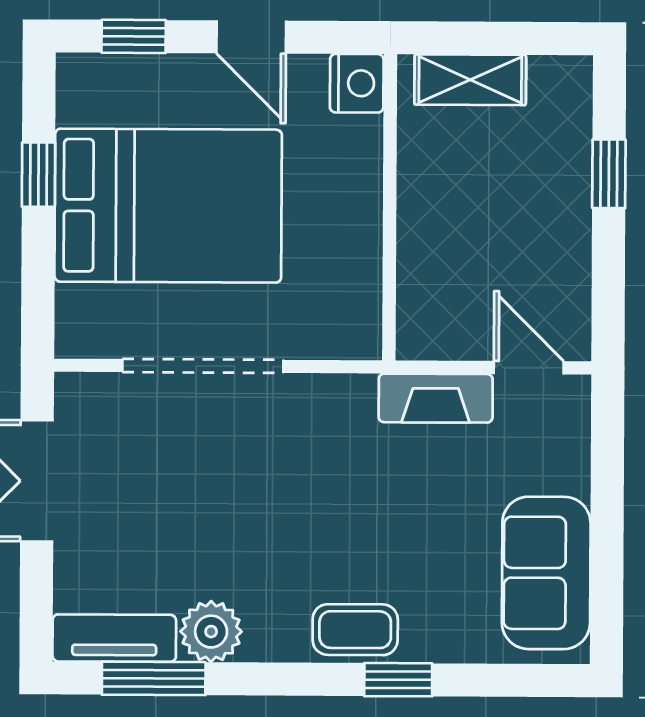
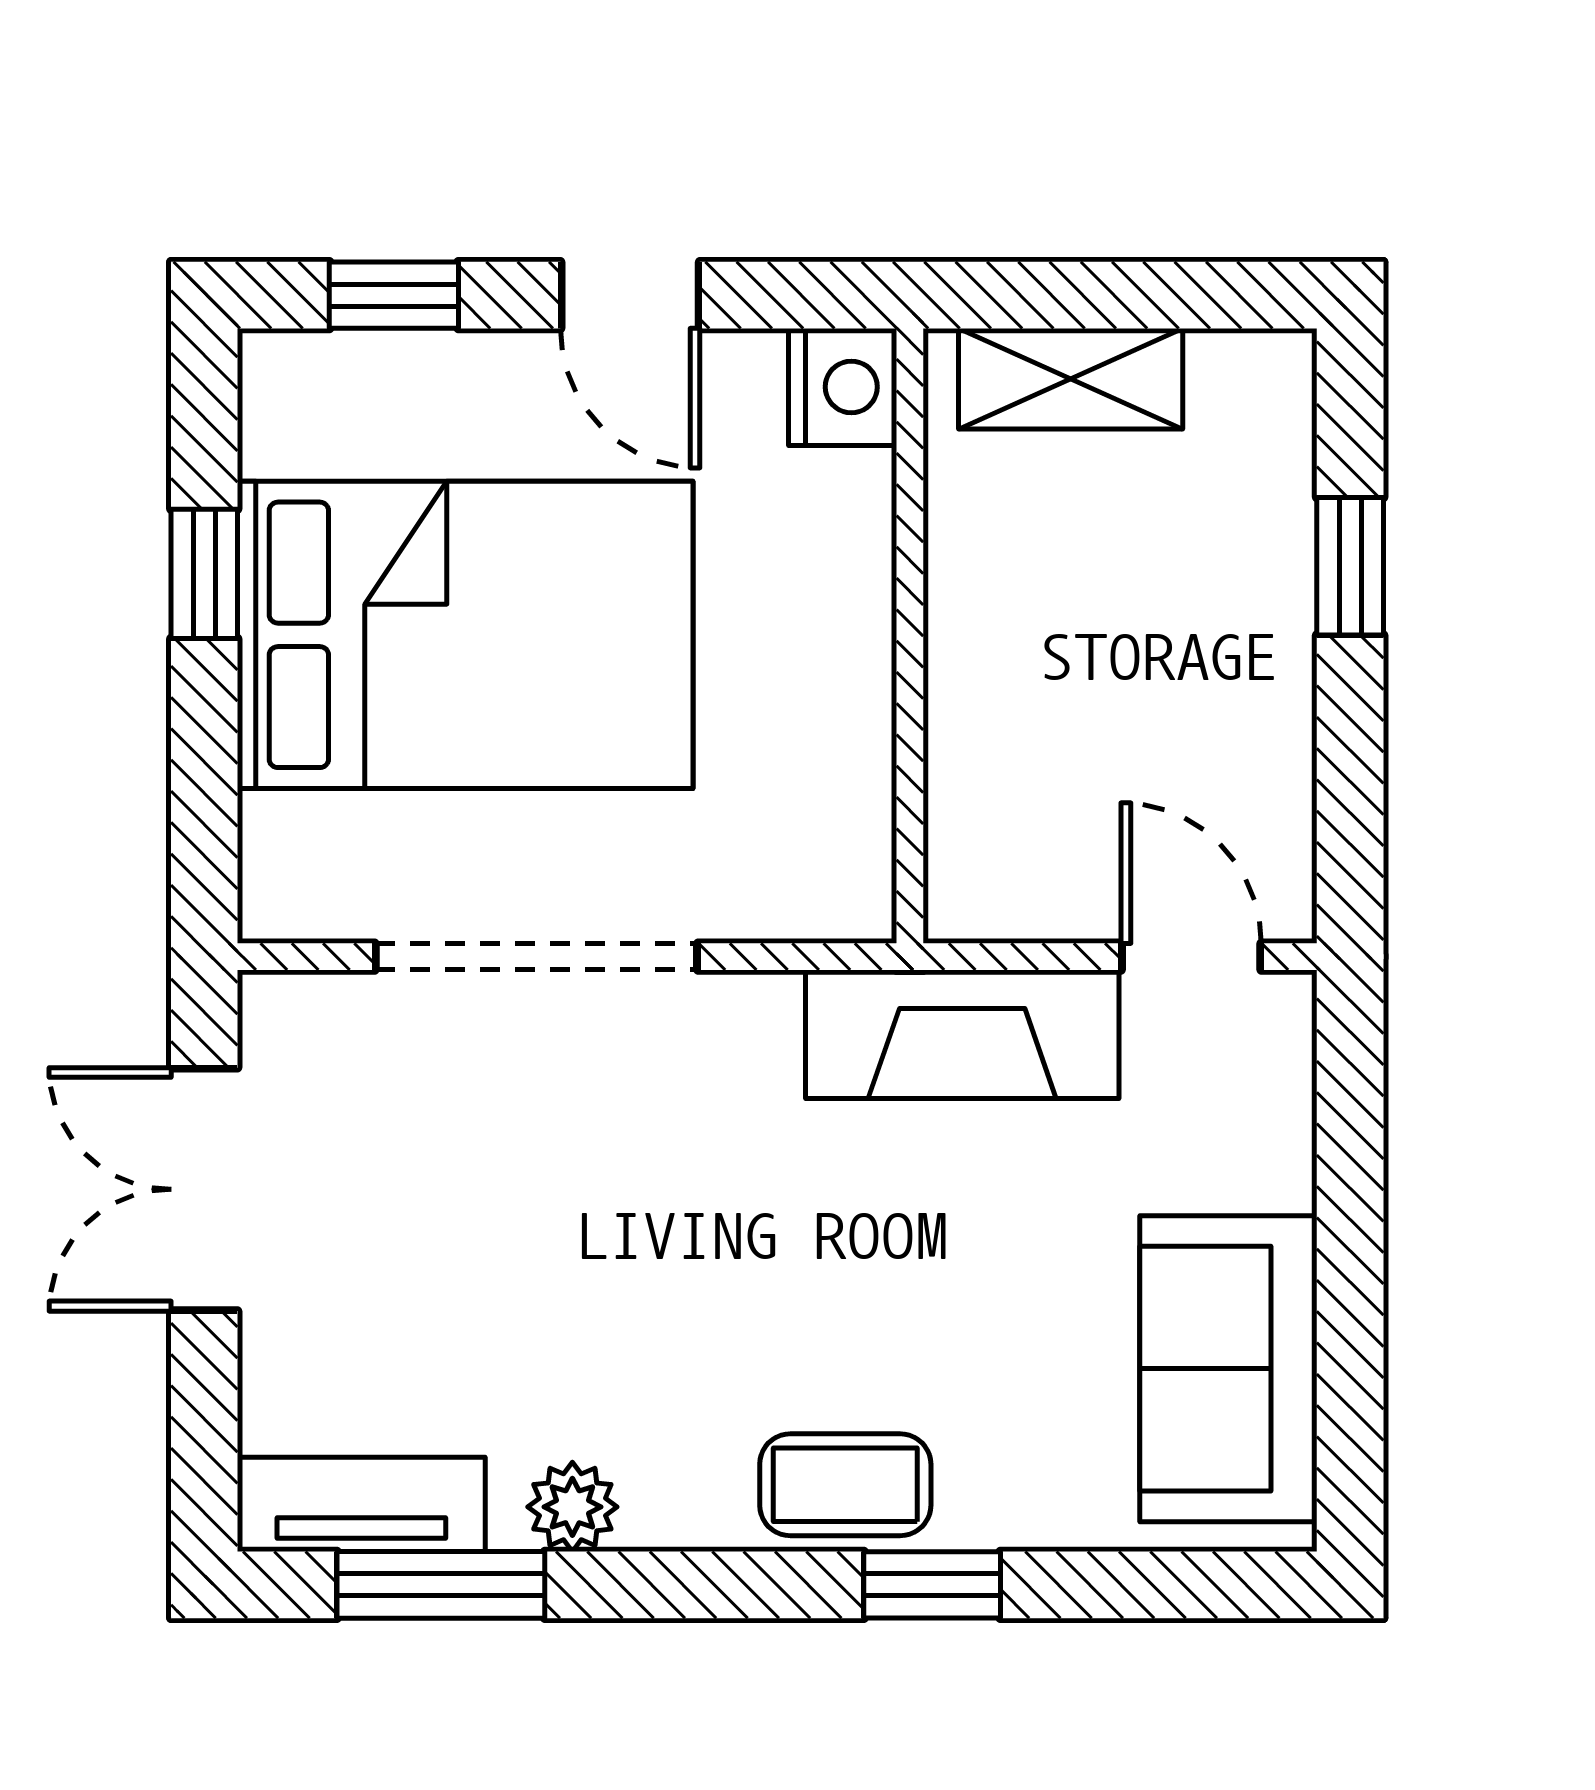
fireplace: (436, 398) -> (962, 1034), width x1.37, depth x1.32
plant: (211, 632) -> (572, 1507), width x0.73, depth x0.73

